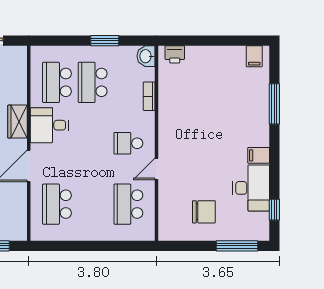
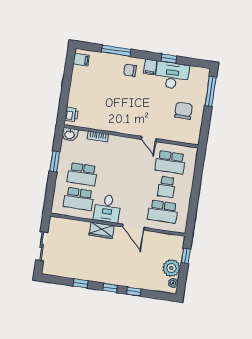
chair: (250, 128) -> (130, 70), added
school desk: (128, 143) -> (167, 187), moved
window: (274, 210) -> (169, 59), moved

